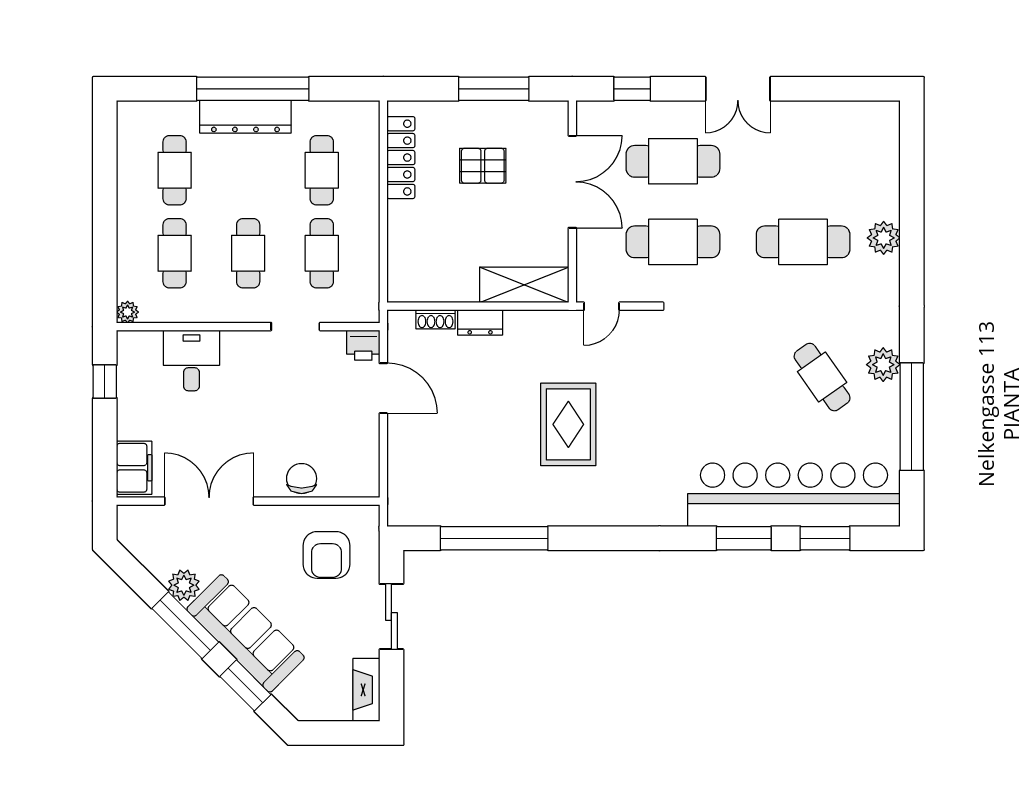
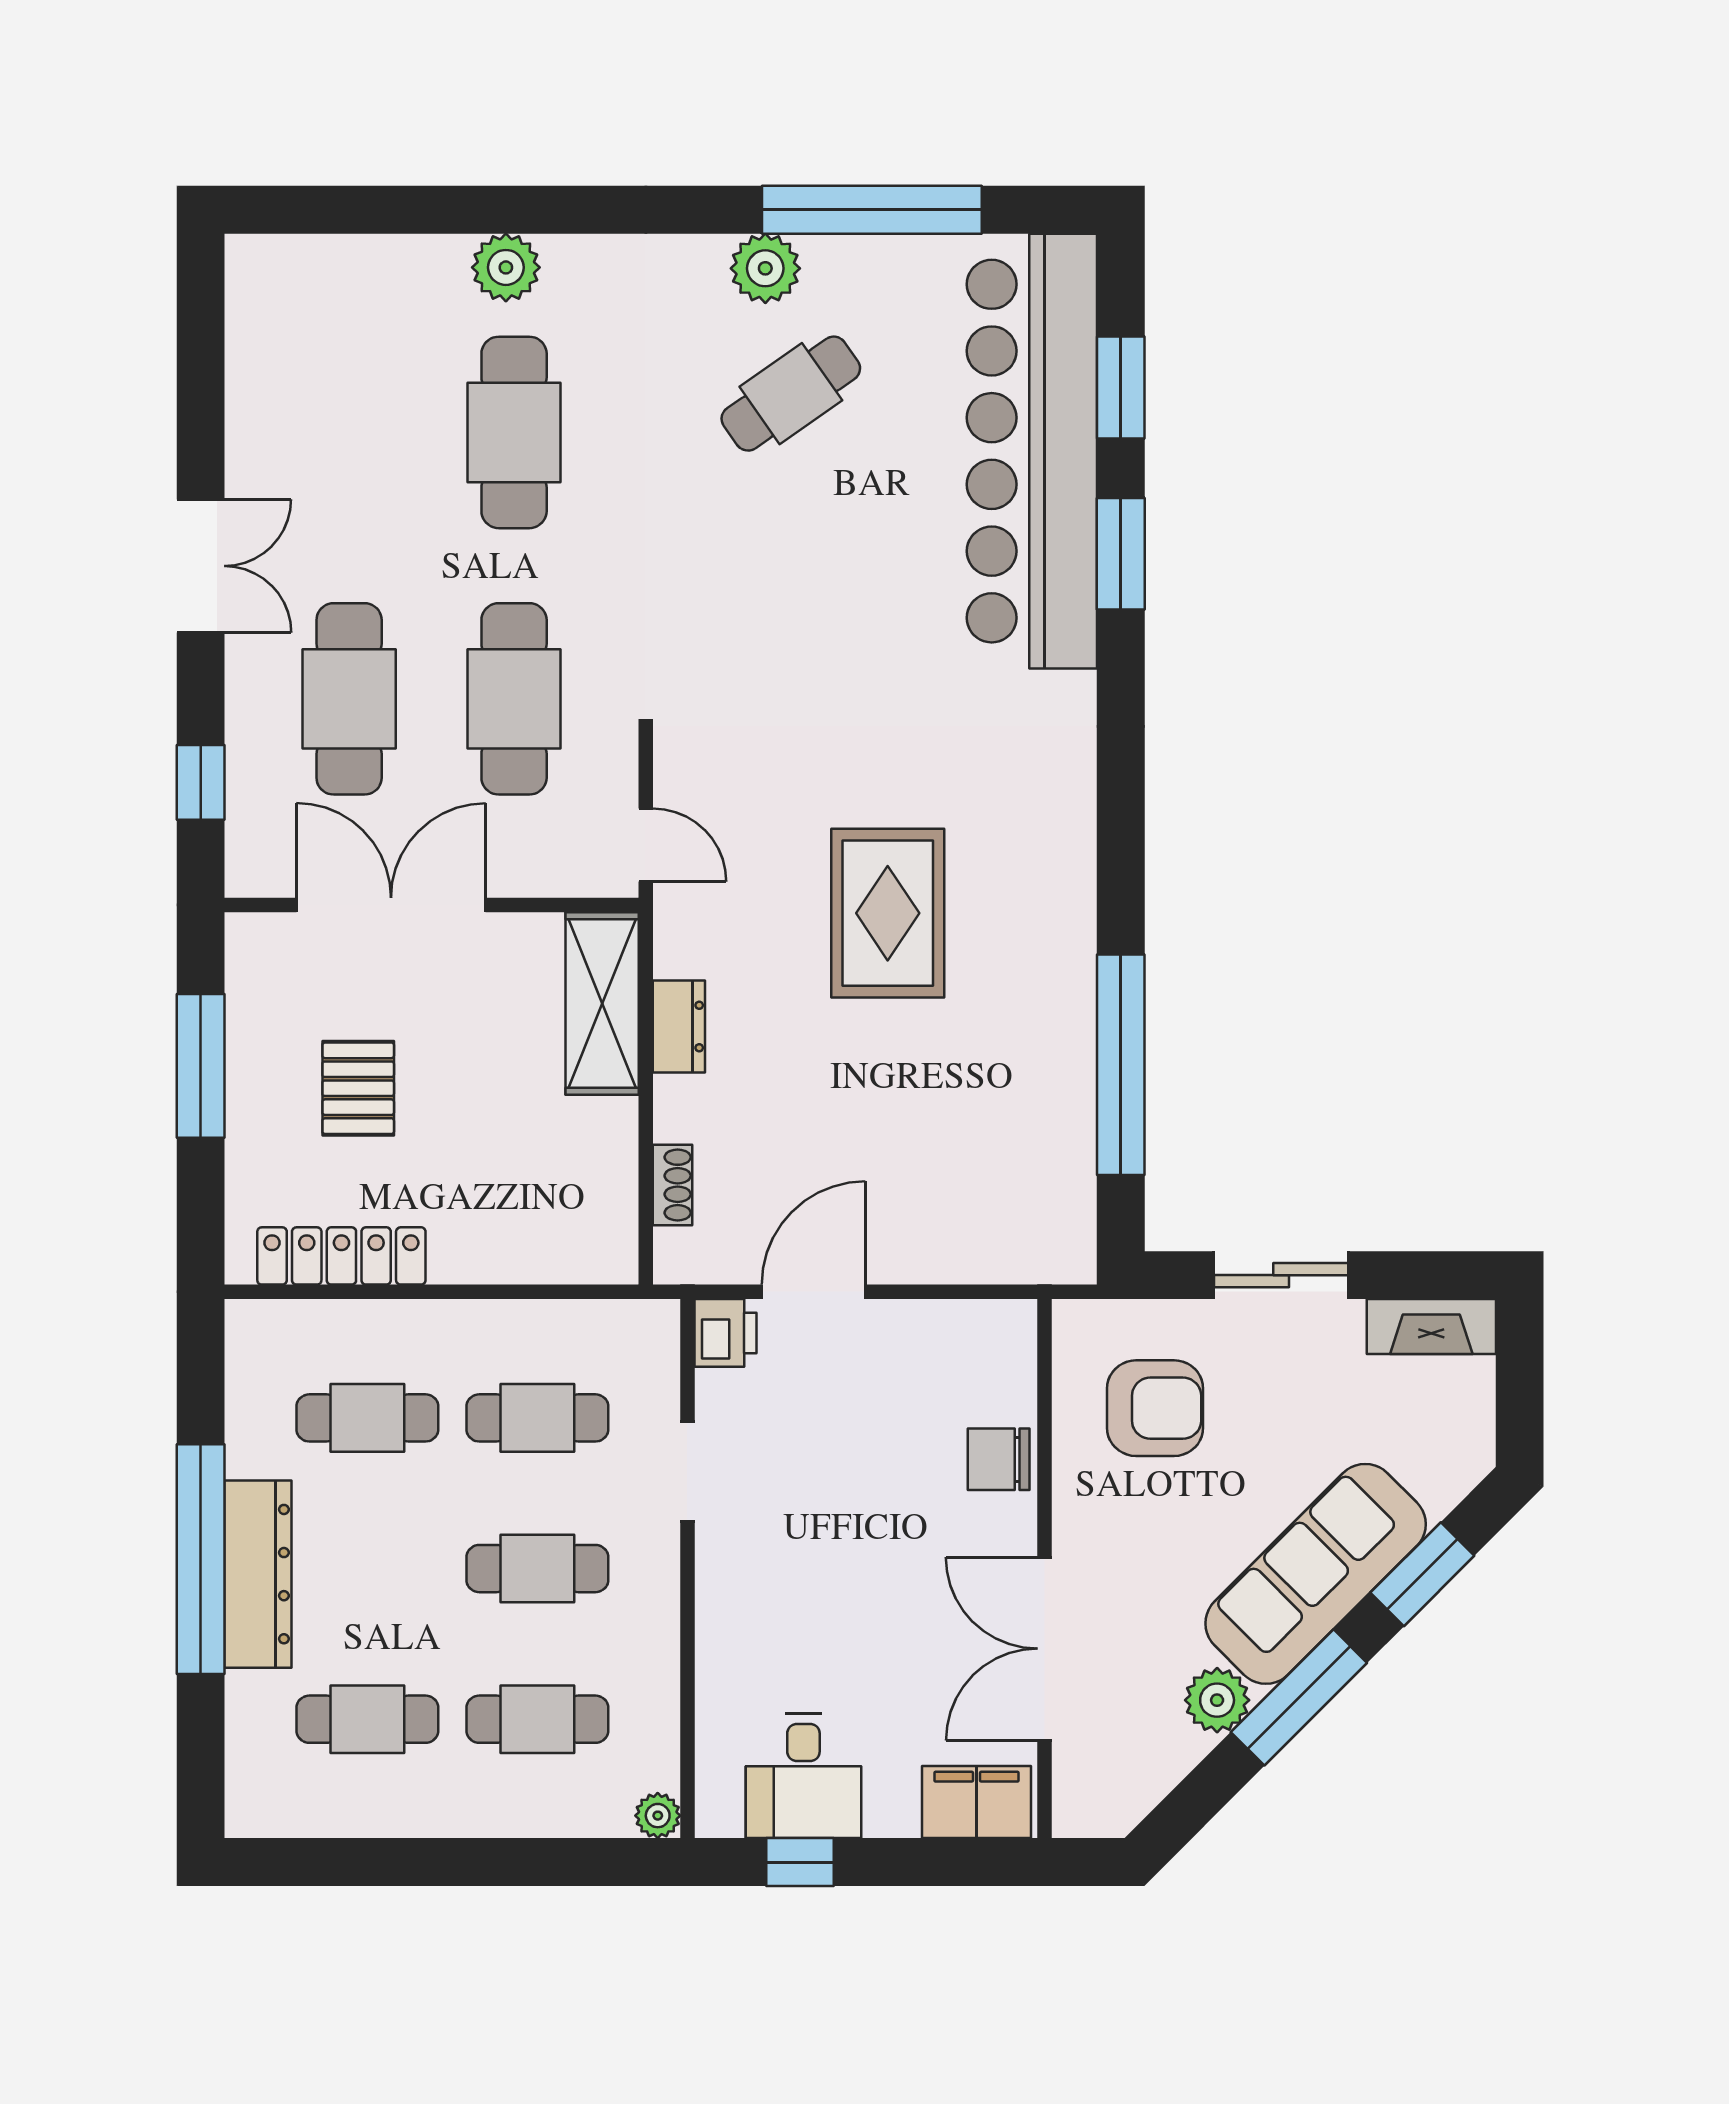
dresser: (480, 322) -> (679, 1027), moved
desk: (191, 360) -> (803, 1776), moved, turned -90
rug: (568, 424) -> (888, 913), turned 90

